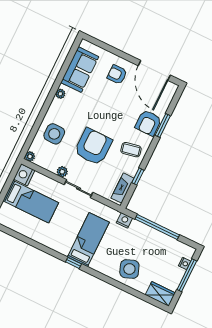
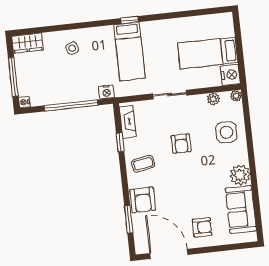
plant: (60, 94) -> (240, 175), width x1.88, depth x1.88
armchair: (148, 123) -> (143, 200), turned 180
window: (163, 125) -> (129, 219), moved
armchair: (93, 147) -> (181, 144), width x0.53, depth x0.53
plant: (62, 172) -> (213, 99), moved
nightstand: (185, 263) -> (24, 102), moved
side table: (129, 269) -> (72, 48), width x0.54, depth x0.54

